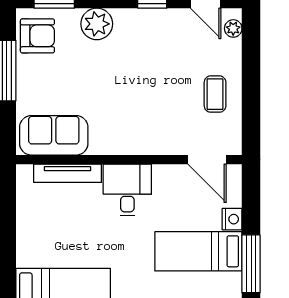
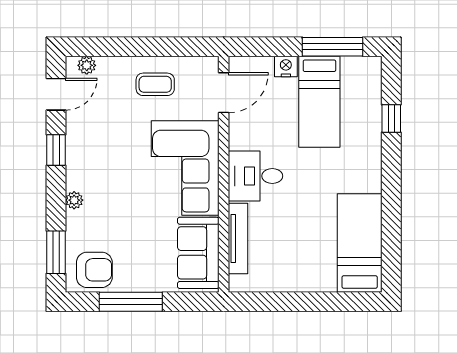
plant: (97, 24) -> (74, 200), width x0.53, depth x0.53
armchair: (37, 36) -> (94, 270), turned 90
corner sofa: (135, 123) -> (185, 168), added

